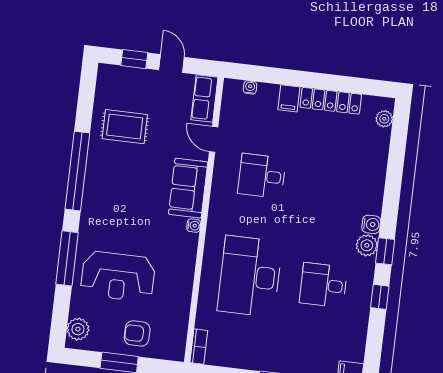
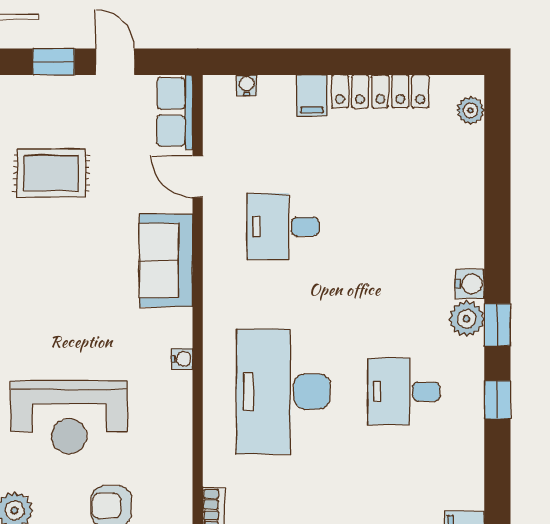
water cooler: (194, 226) -> (182, 359), moved

